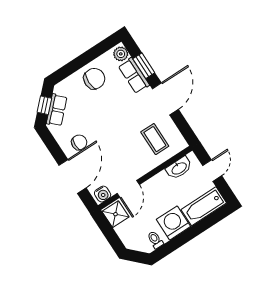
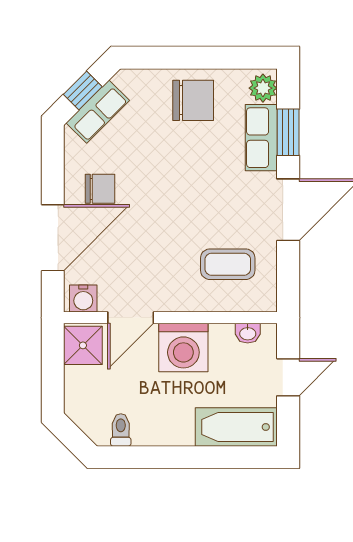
coffee table: (155, 139) -> (228, 264), turned 90
washbasin: (179, 168) -> (248, 333), width x0.52, depth x0.69
washing machine: (173, 223) -> (183, 348), moved, turned 180

